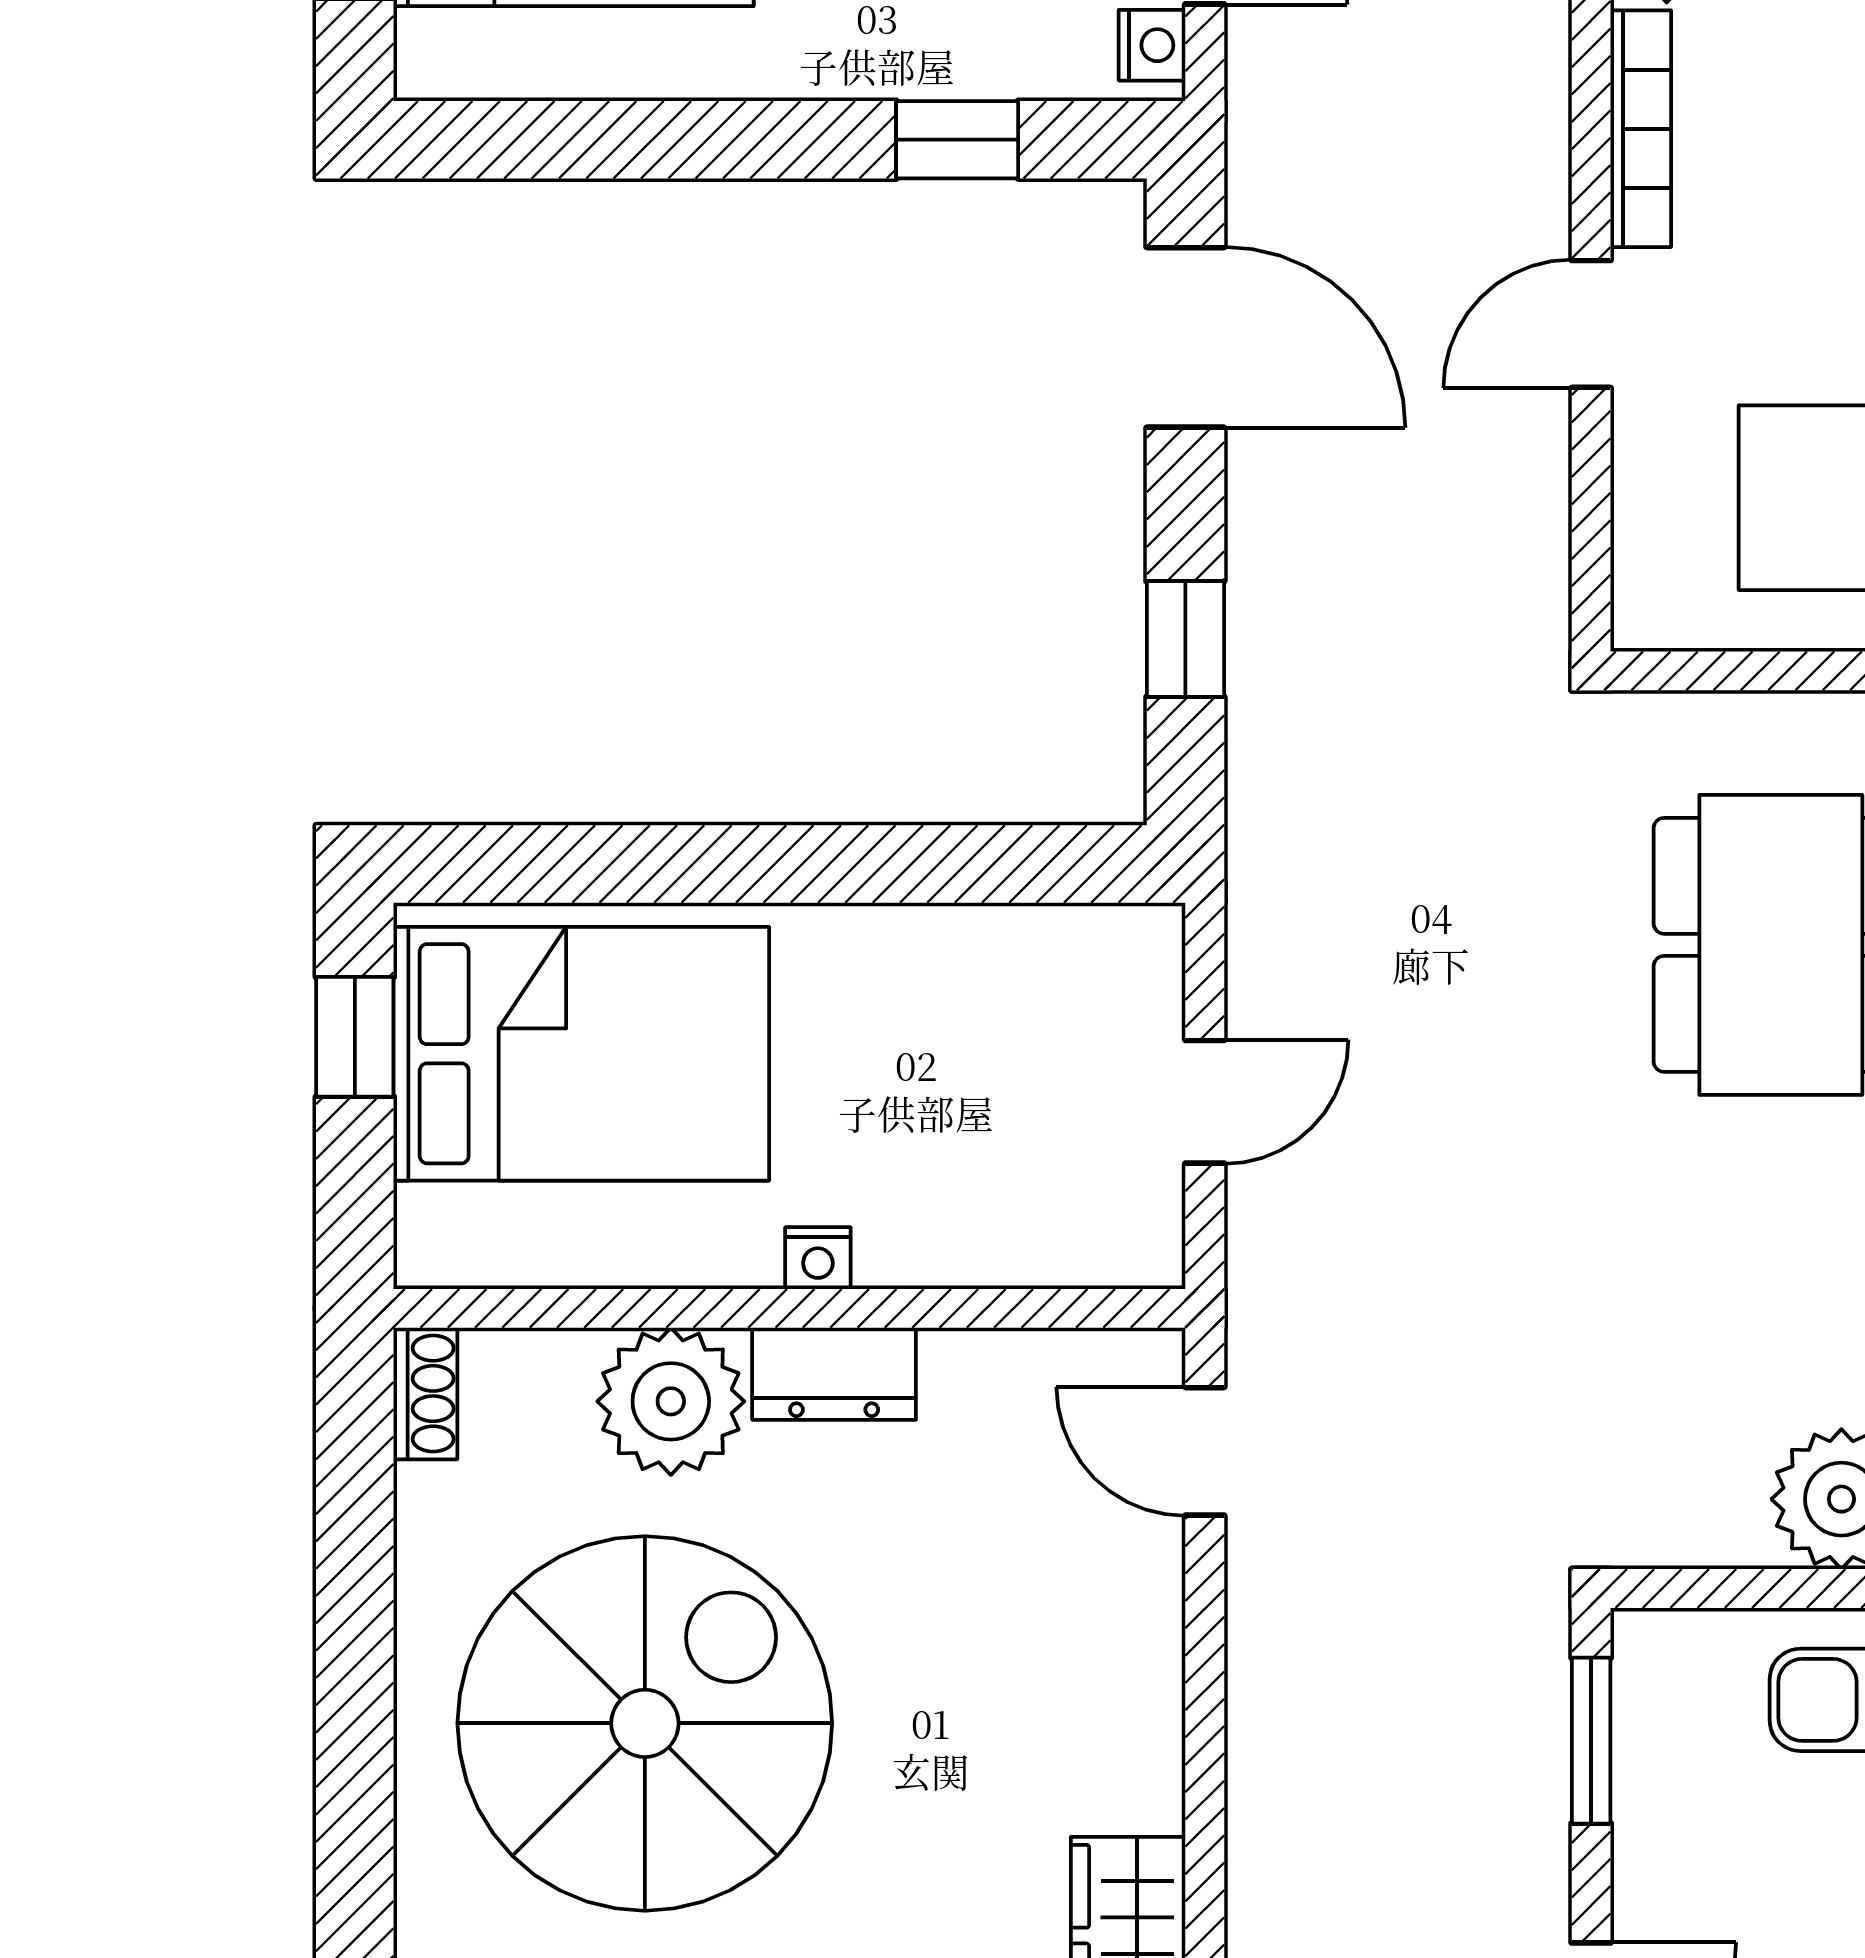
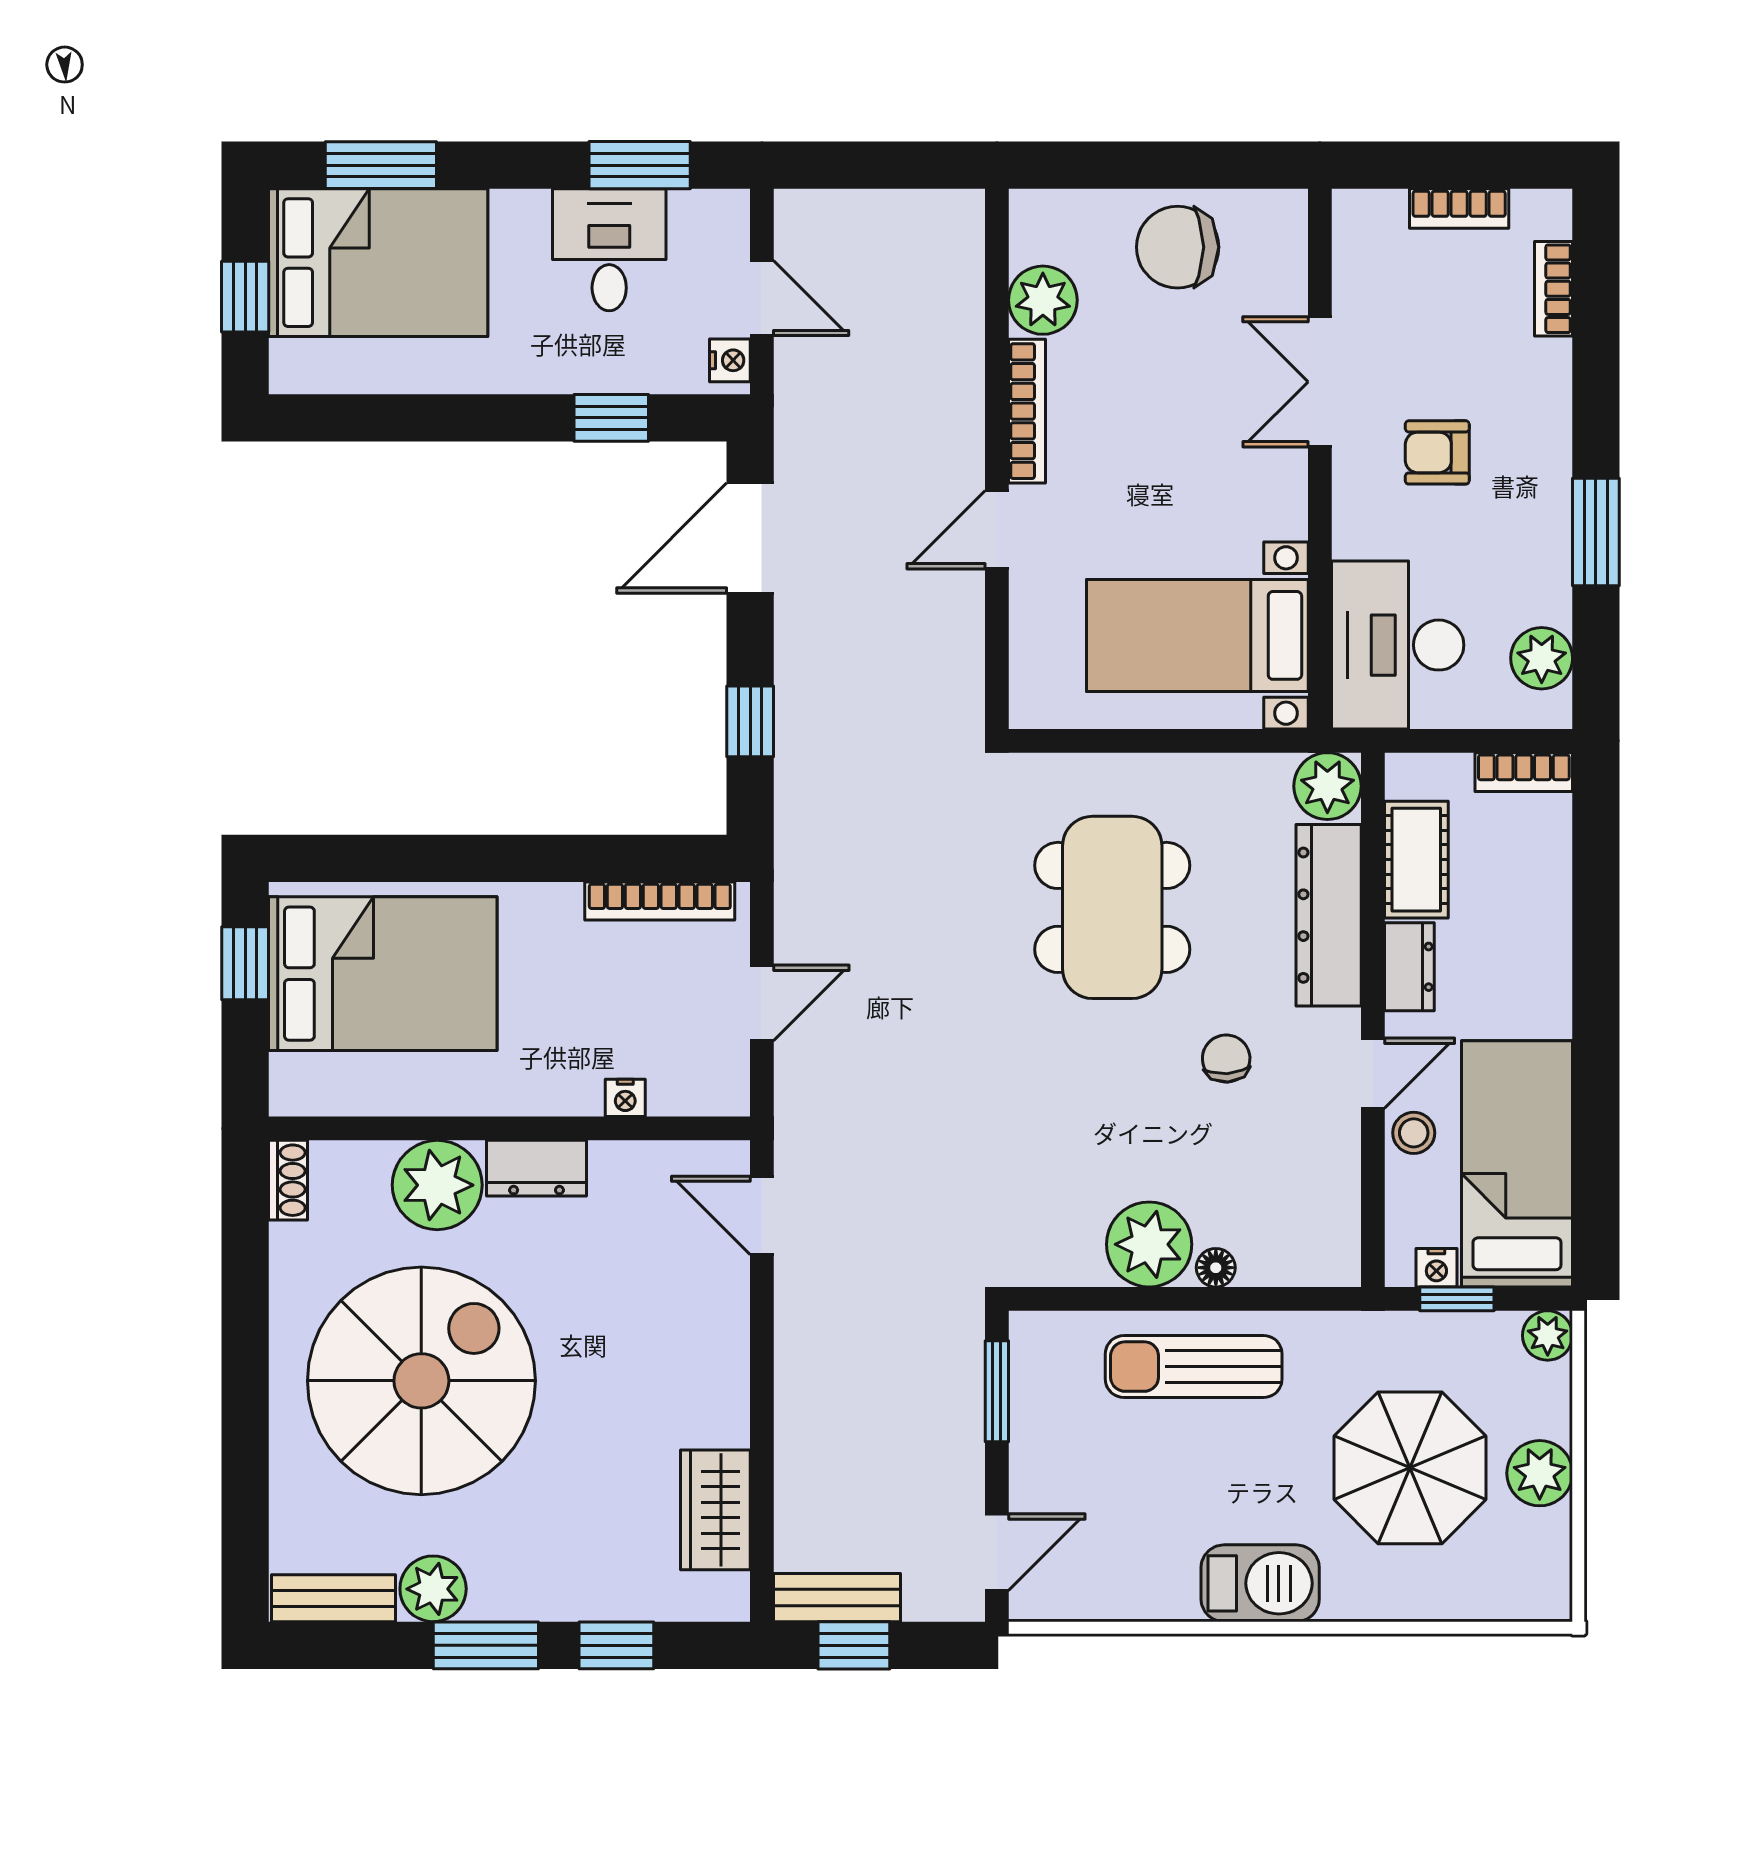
door: (1185, 337) -> (750, 538), swing flipped
bookcase: (1037, 934) -> (660, 901), added
nightstand: (818, 1258) -> (625, 1098), moved

